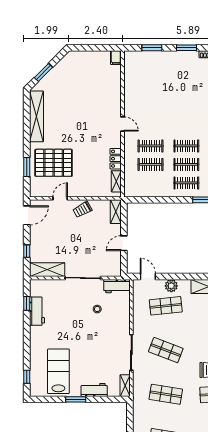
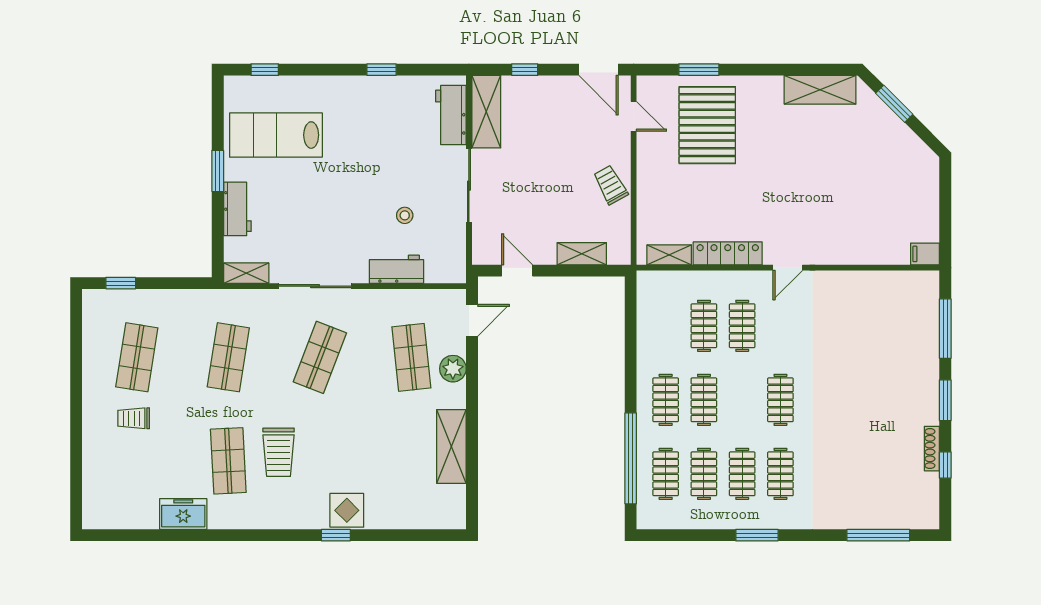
window: (152, 48) -> (945, 329), width x1.44
shelving: (37, 116) -> (820, 90), width x0.68
clothes rail: (186, 146) -> (780, 400), moved
locker: (116, 159) -> (728, 253), width x1.53
door: (60, 198) -> (634, 116), moved
shelving: (116, 212) -> (582, 254), moved
door: (124, 243) -> (517, 271), moved
workbench: (117, 286) -> (396, 269), moved, turned 90
window: (27, 303) -> (381, 70), moved
workbench: (37, 311) -> (451, 115), moved, turned 90
lab bench: (58, 371) -> (276, 135), turned 180

